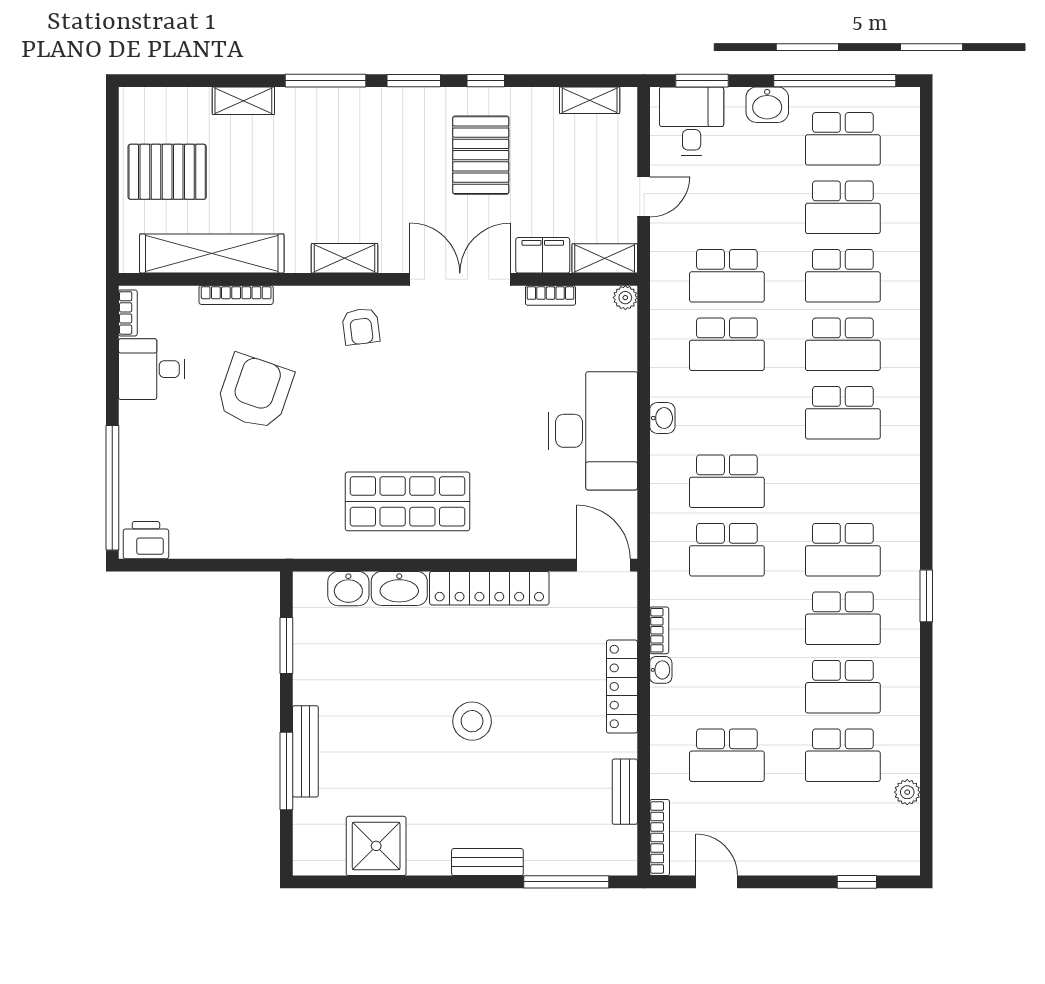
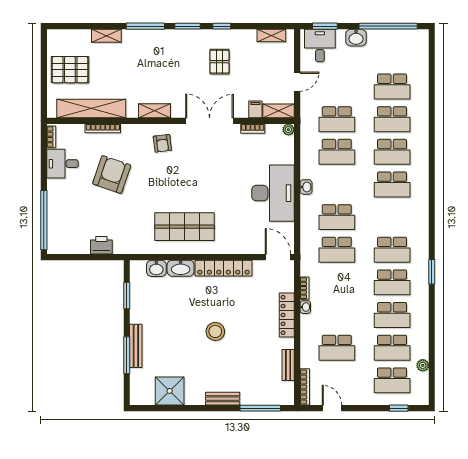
school desk: (843, 139) -> (392, 380), moved
pallet: (481, 155) -> (219, 62), width x0.67, depth x0.71
filing cabinet: (543, 255) -> (255, 109), width x0.50
printer: (146, 540) -> (101, 245), moved

